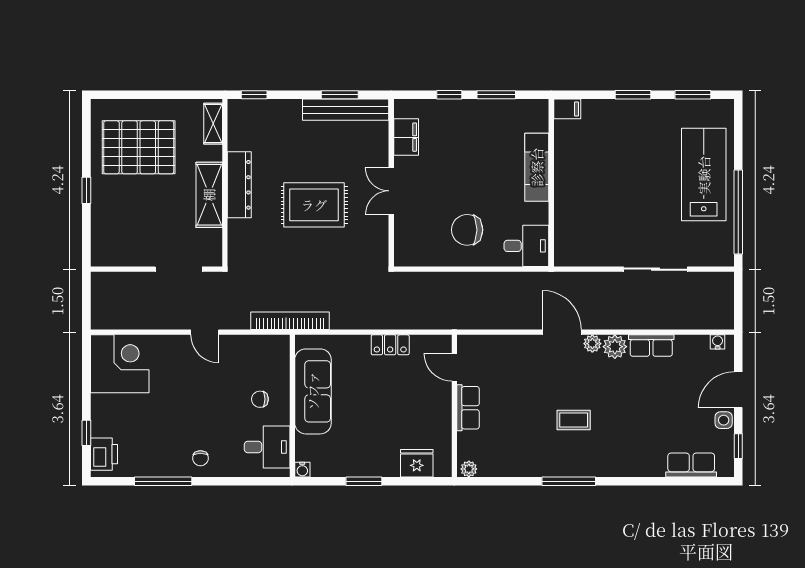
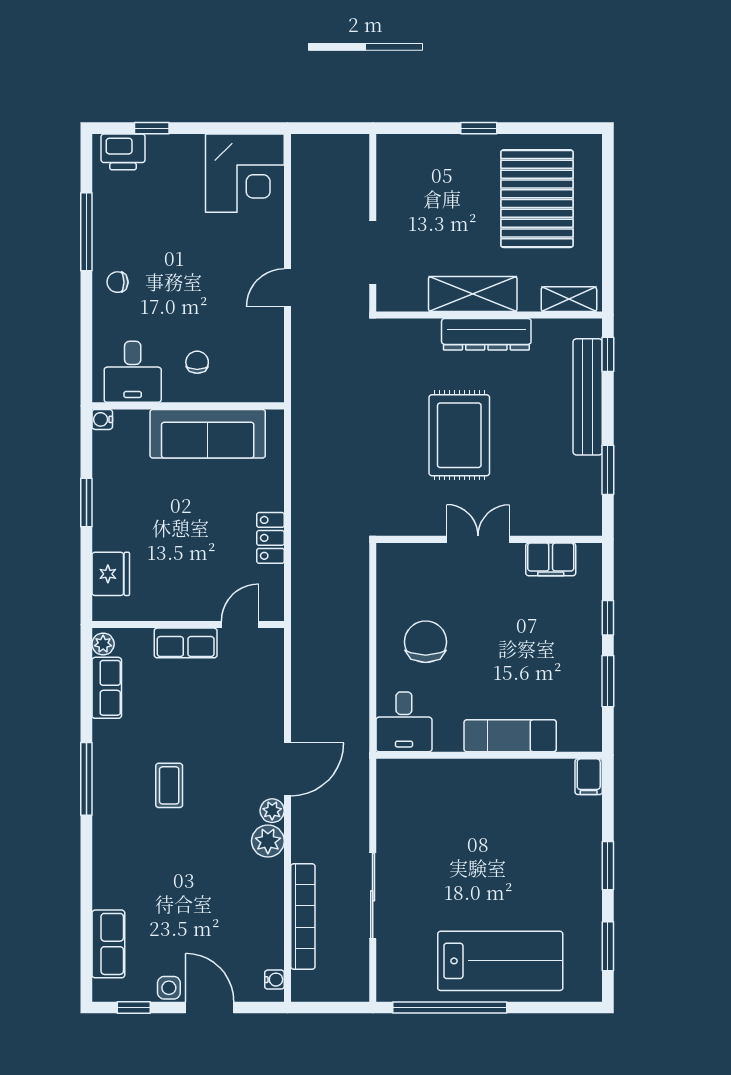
bench: (346, 110) -> (588, 397), moved
bookcase: (290, 321) -> (303, 916), moved
row of seats: (651, 346) -> (107, 688), moved, turned 180

